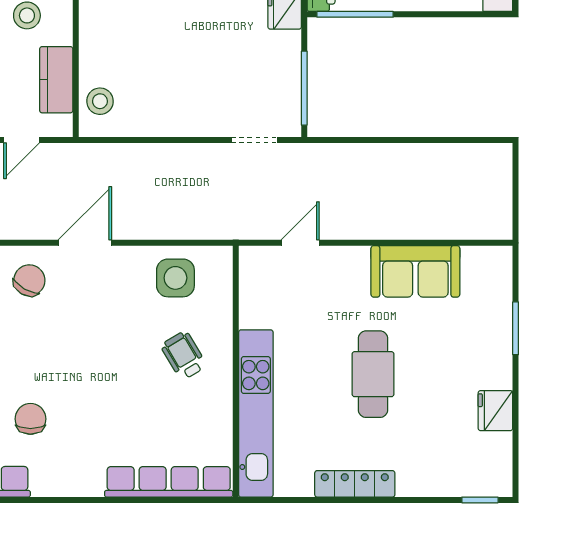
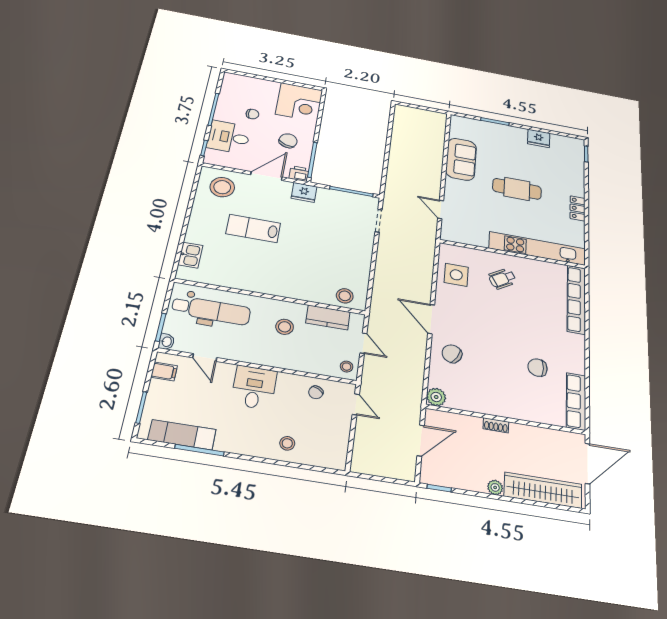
locker: (355, 484) -> (578, 208), width x0.66

